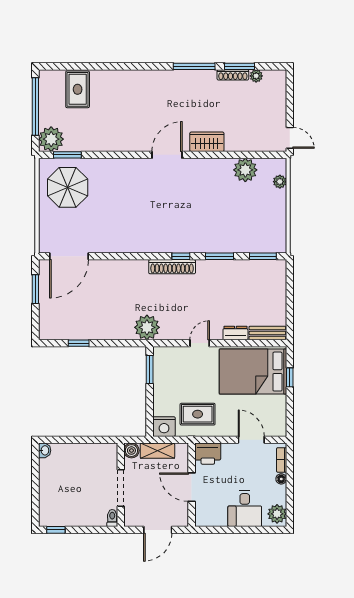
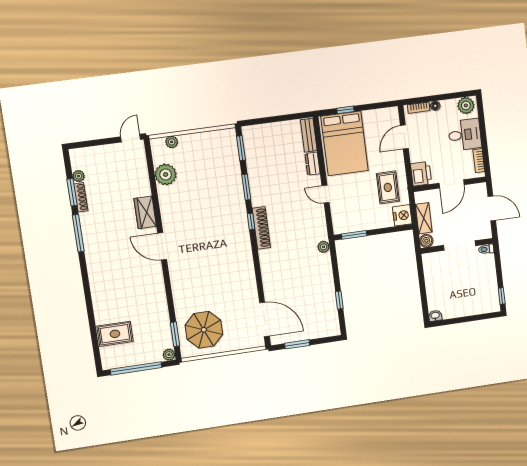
plant: (51, 139) -> (169, 355), width x0.53, depth x0.53
plant: (147, 327) -> (324, 247), width x0.53, depth x0.53
bookcase: (213, 521) -> (479, 161), added

